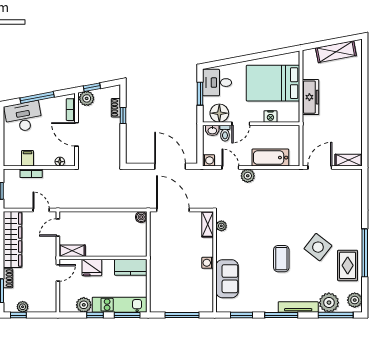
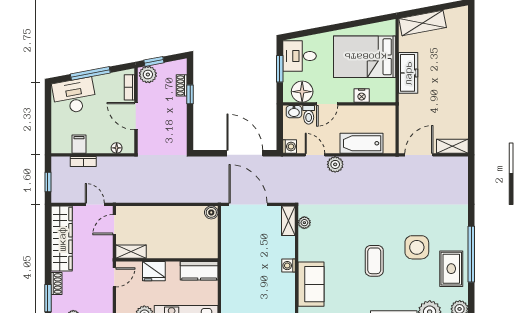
shelving: (336, 52) -> (423, 23), moved
side table: (318, 247) -> (417, 247), turned -38

